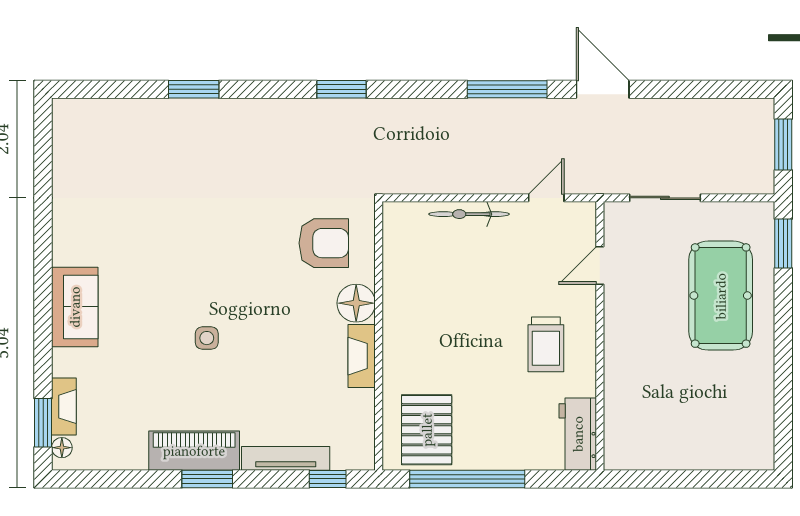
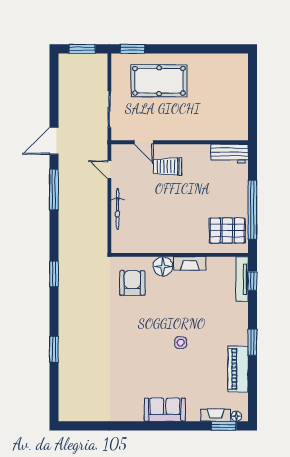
trolley: (546, 344) -> (168, 166), moved, turned 180
piano: (194, 451) -> (238, 369), moved
tv unit: (286, 458) -> (242, 279), moved

